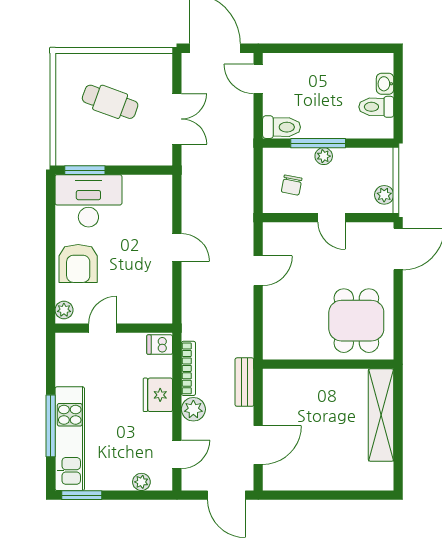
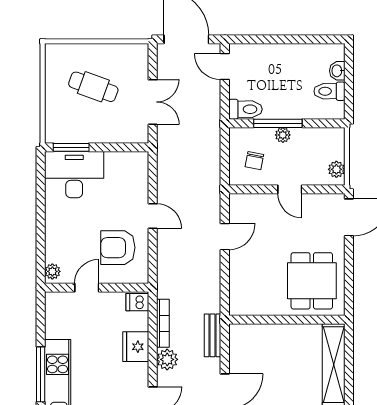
armchair: (78, 263) -> (118, 248), moved, turned 90

